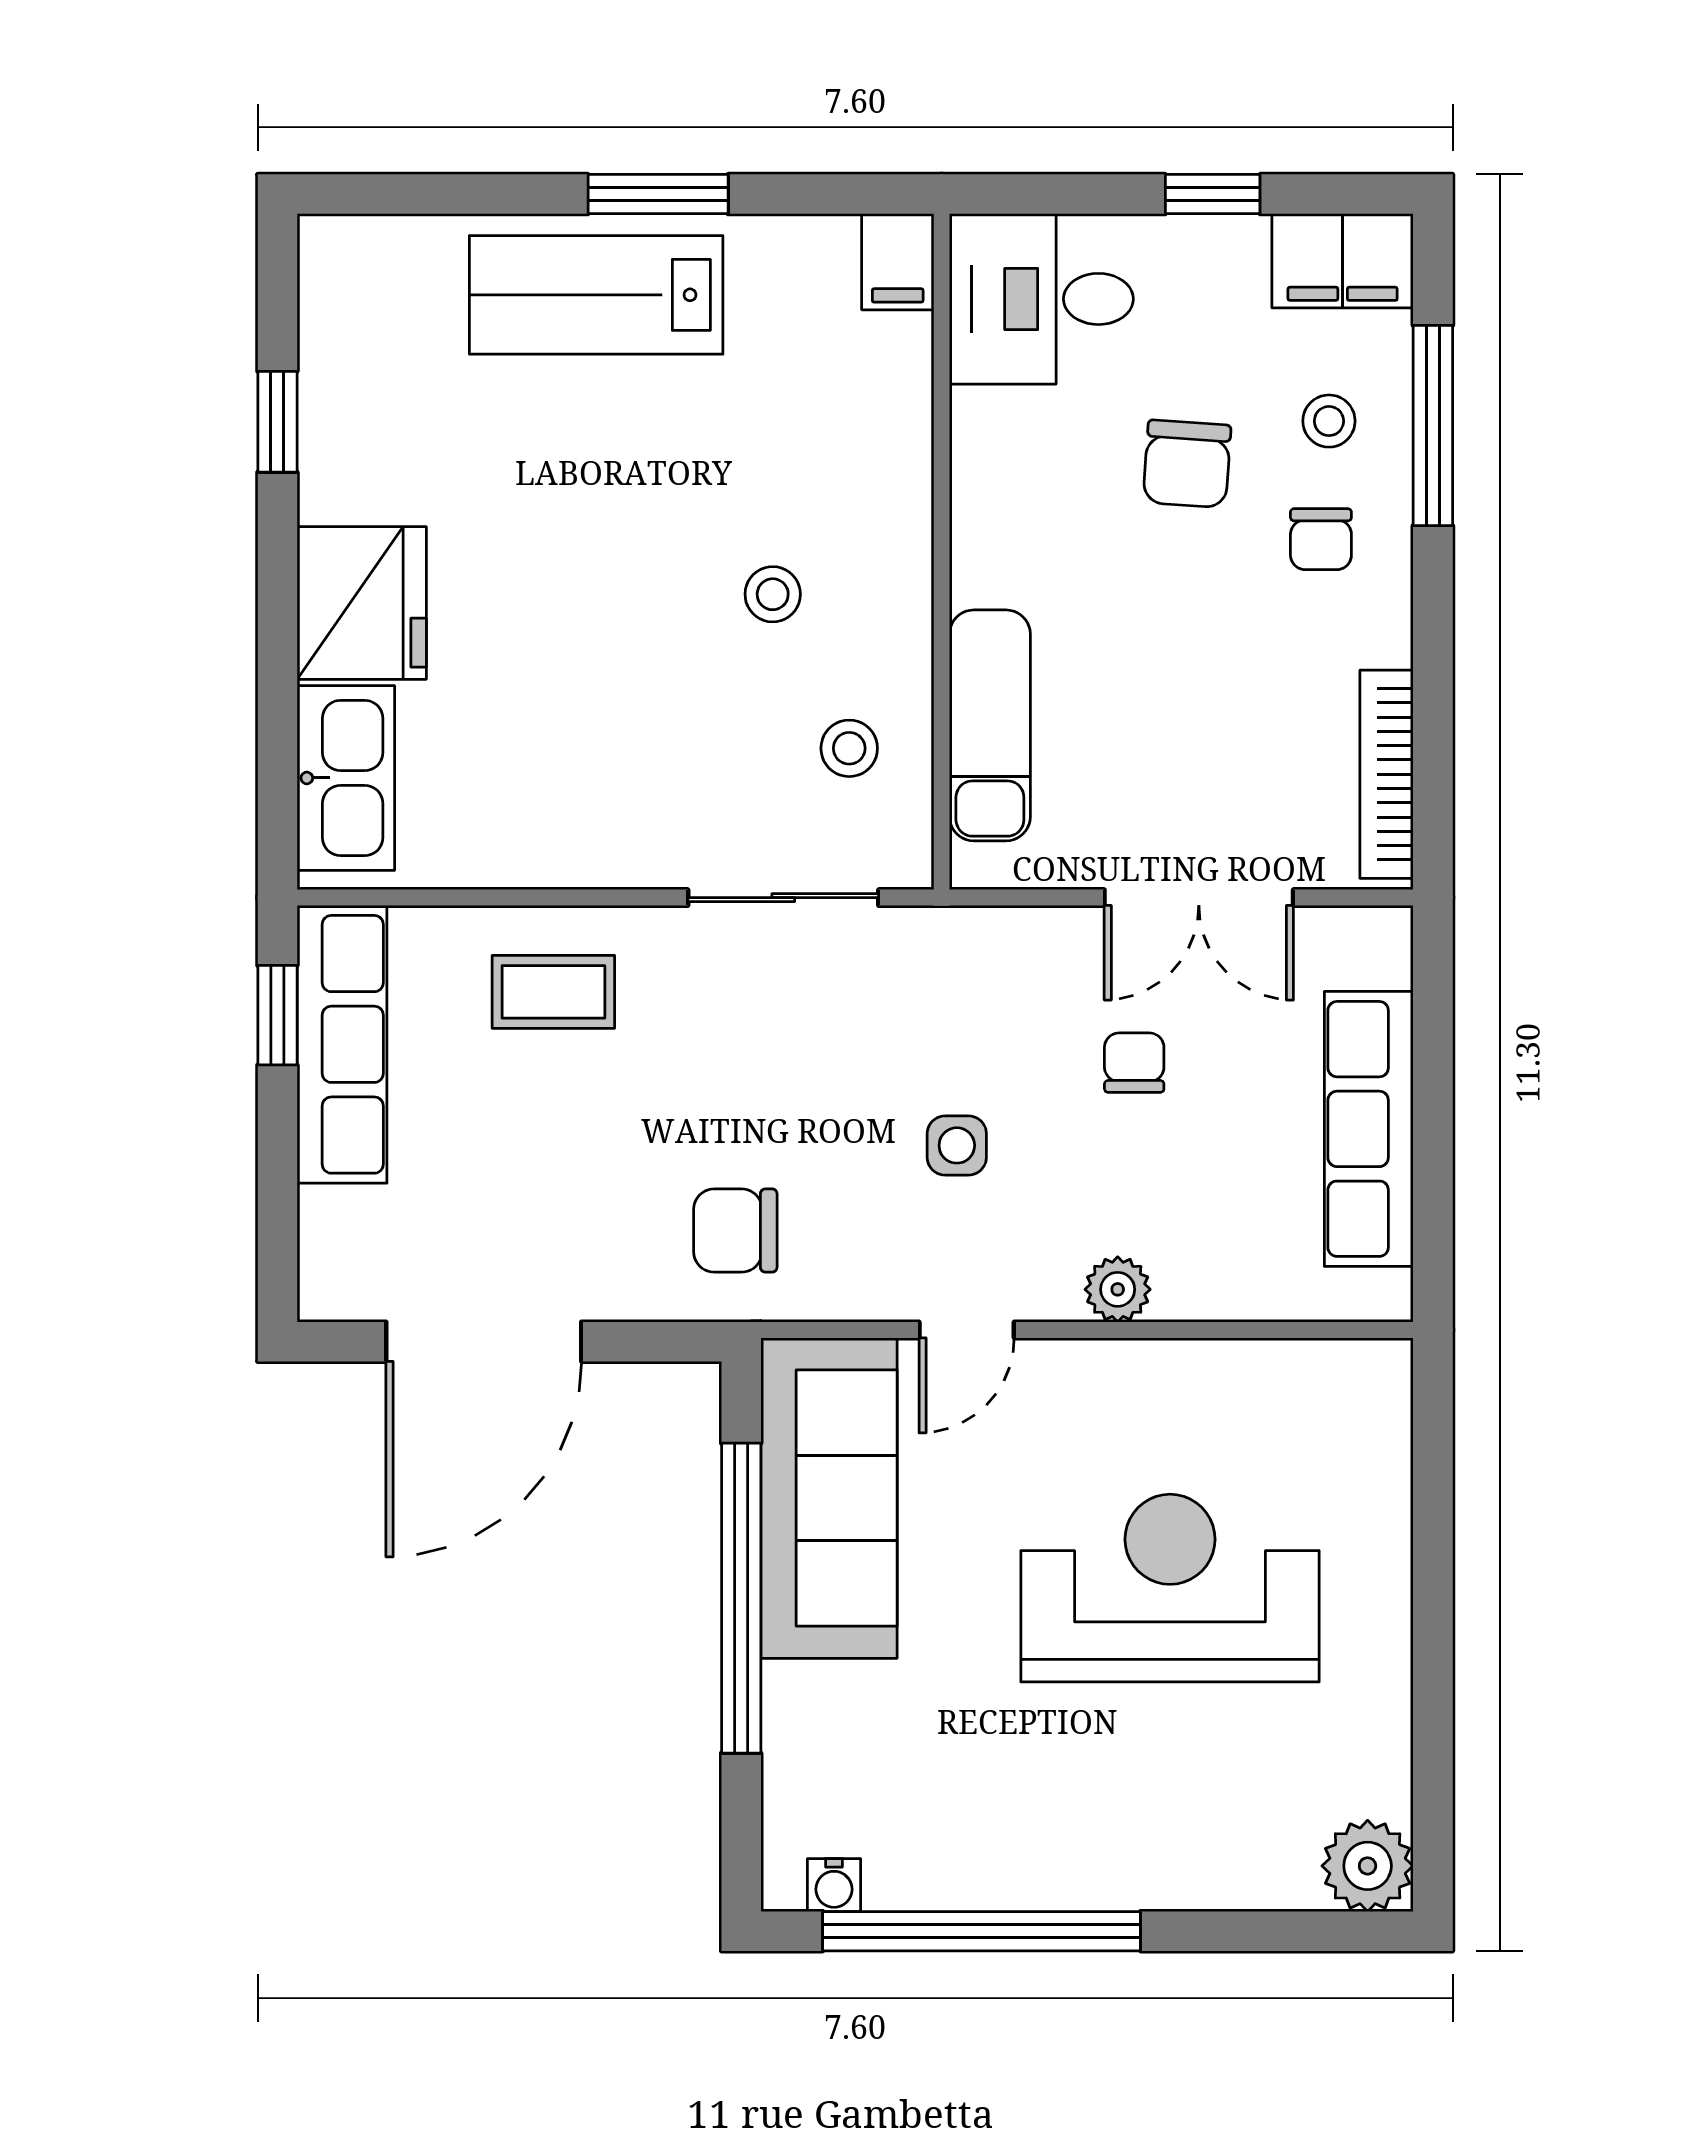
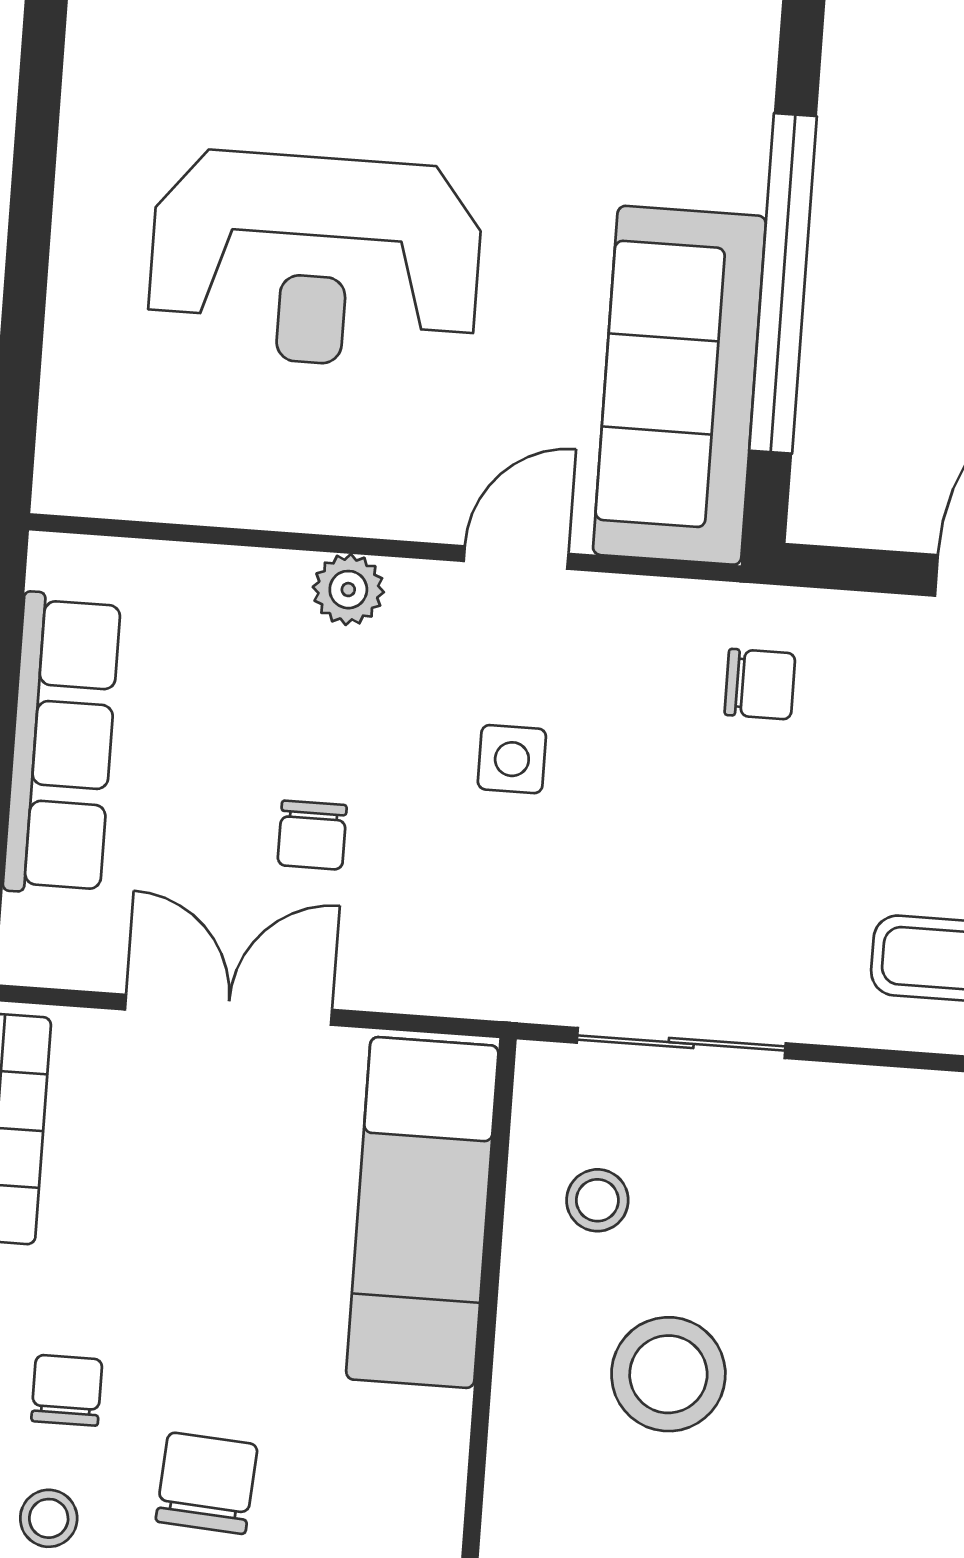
stool: (773, 594) -> (668, 1374), width x1.89, depth x1.89
exam couch: (990, 725) -> (422, 1212), width x1.36, depth x1.45
chair: (735, 1231) -> (760, 684), width x0.73, depth x0.73

